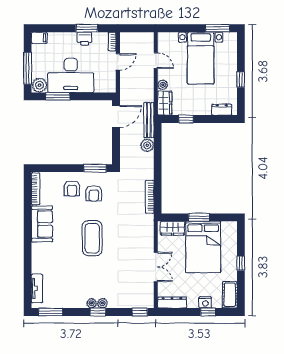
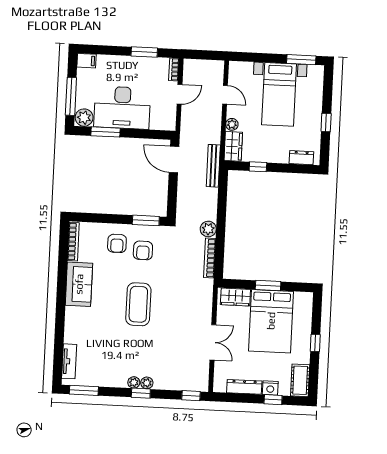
printer: (84, 39) -> (141, 64), removed
door: (116, 116) -> (174, 159), swing flipped
plant: (147, 145) -> (208, 229), moved
dresser: (172, 303) -> (244, 387), moved

